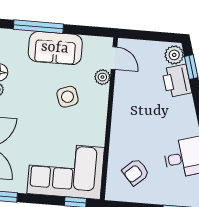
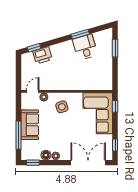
plant: (174, 55) -> (28, 58), removed
side table: (67, 97) -> (62, 107), moved
armchair: (136, 172) -> (95, 74), removed

